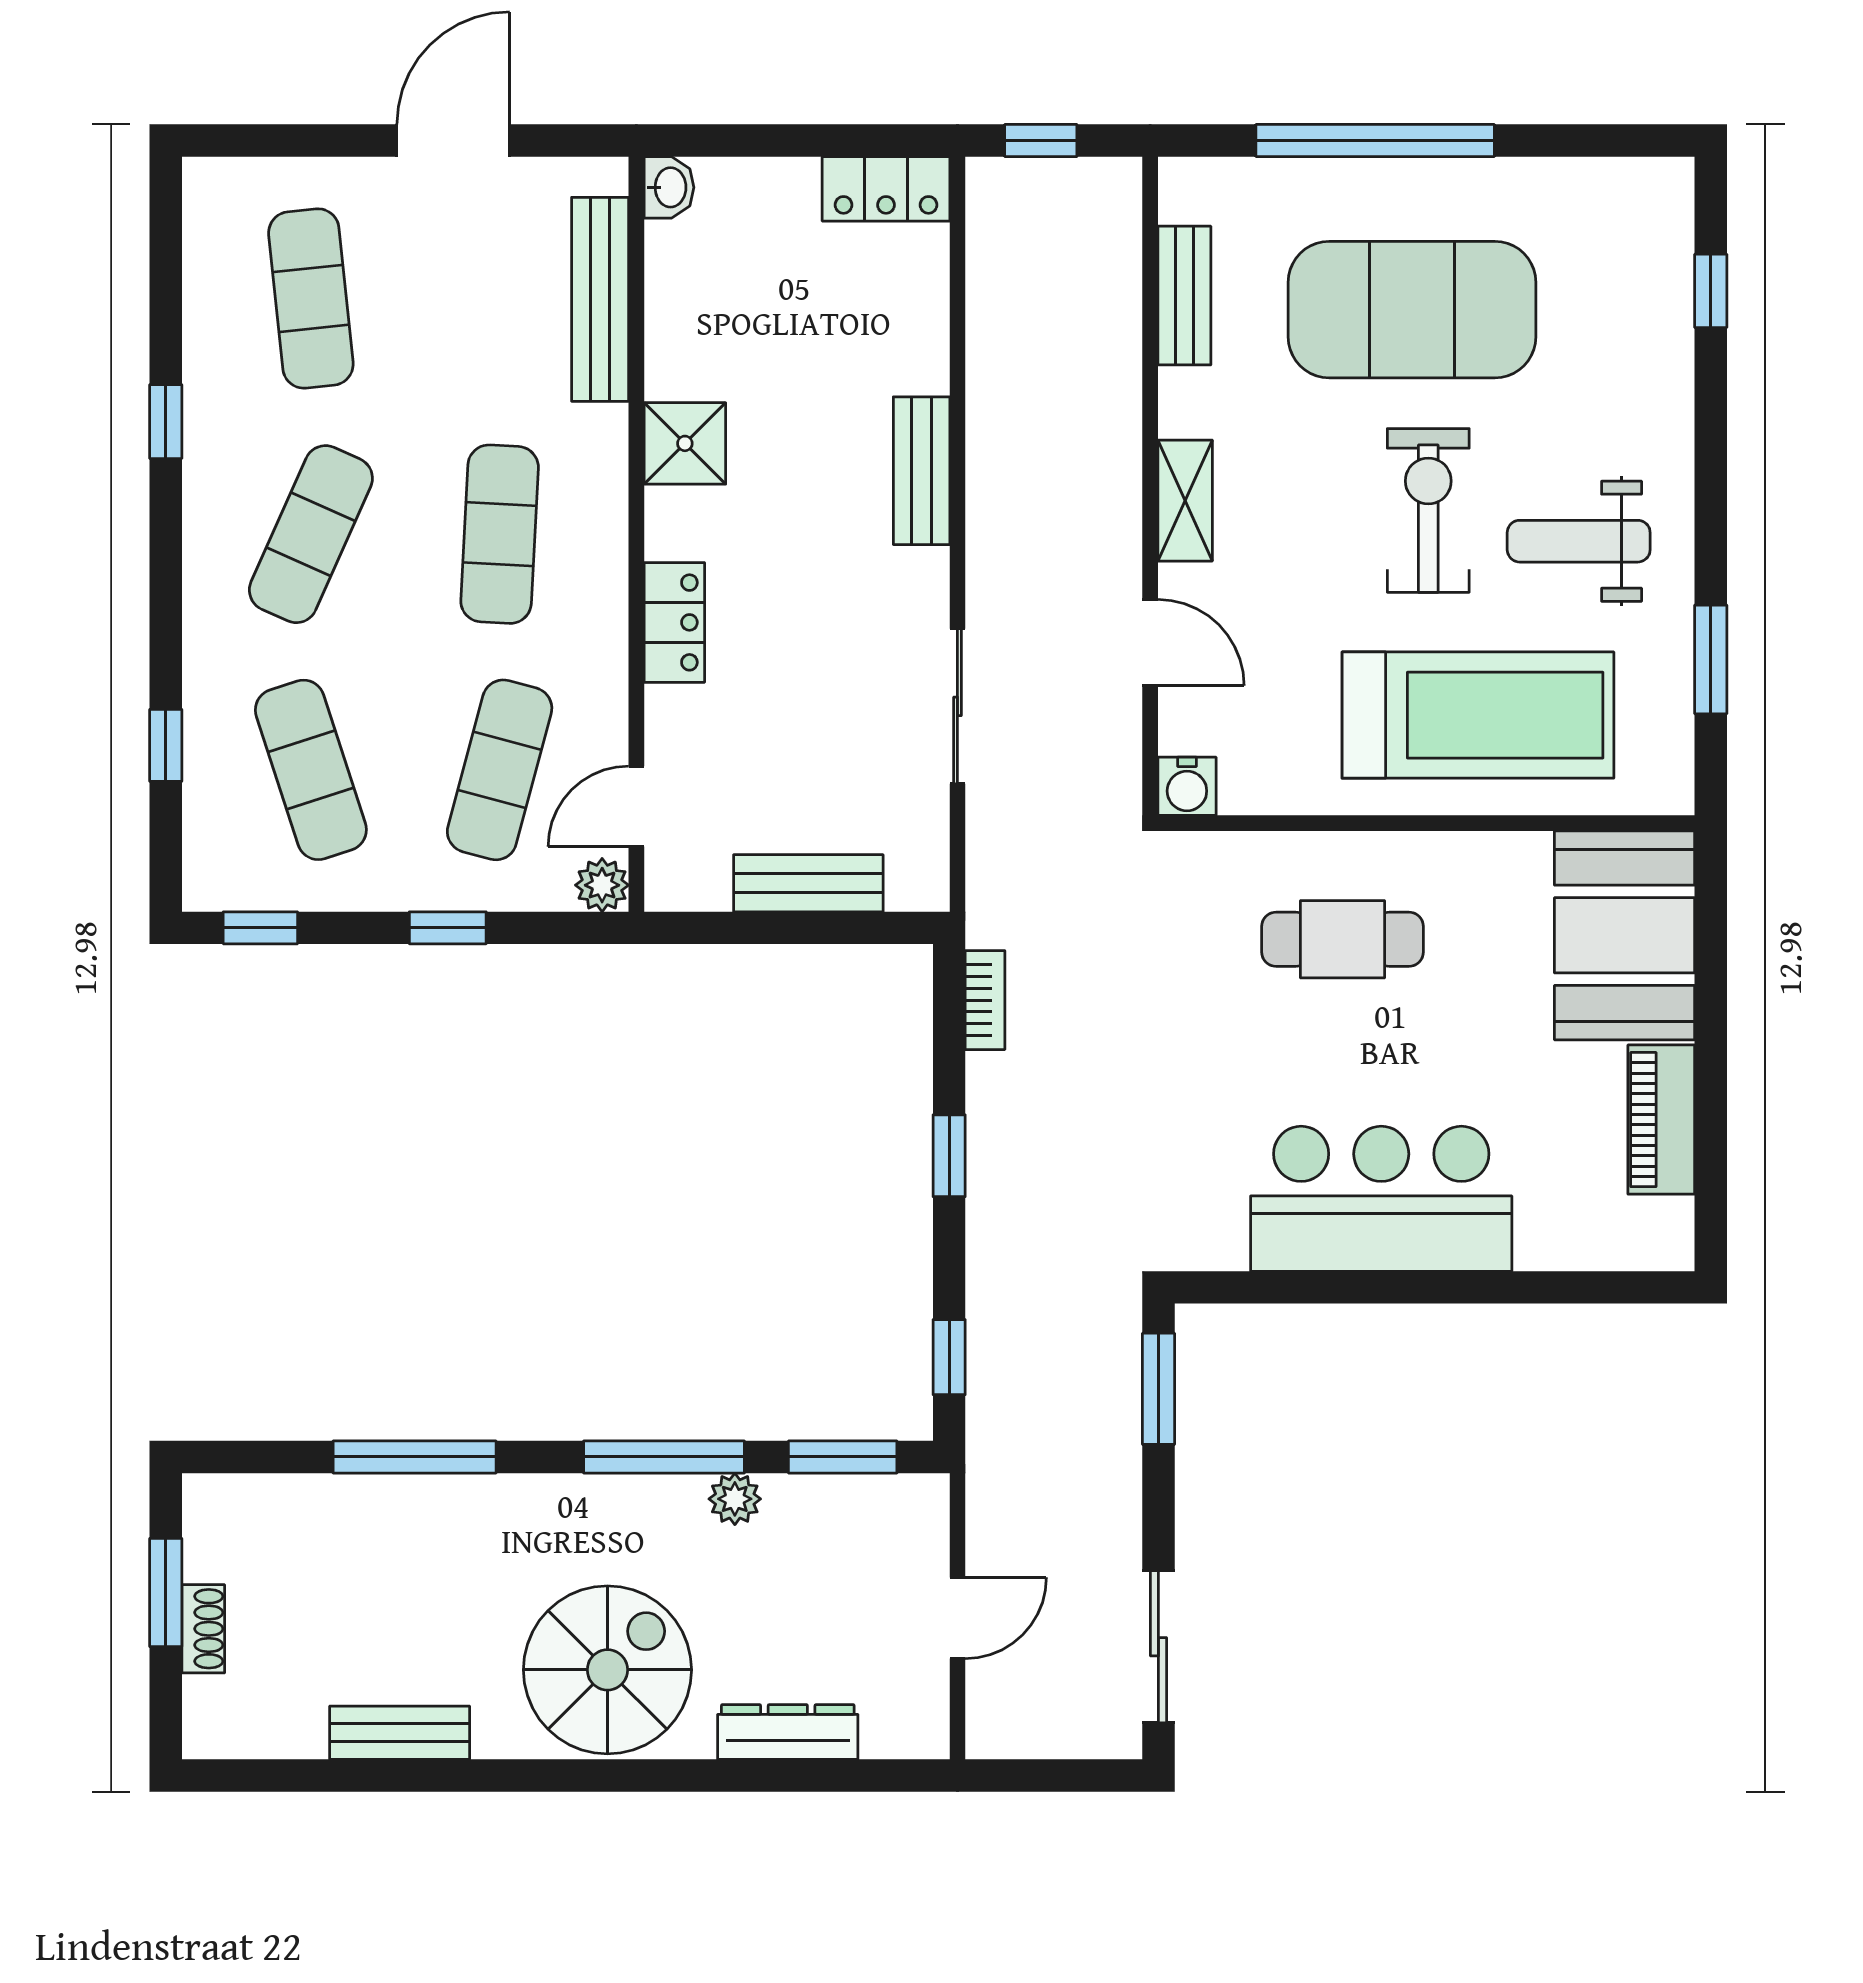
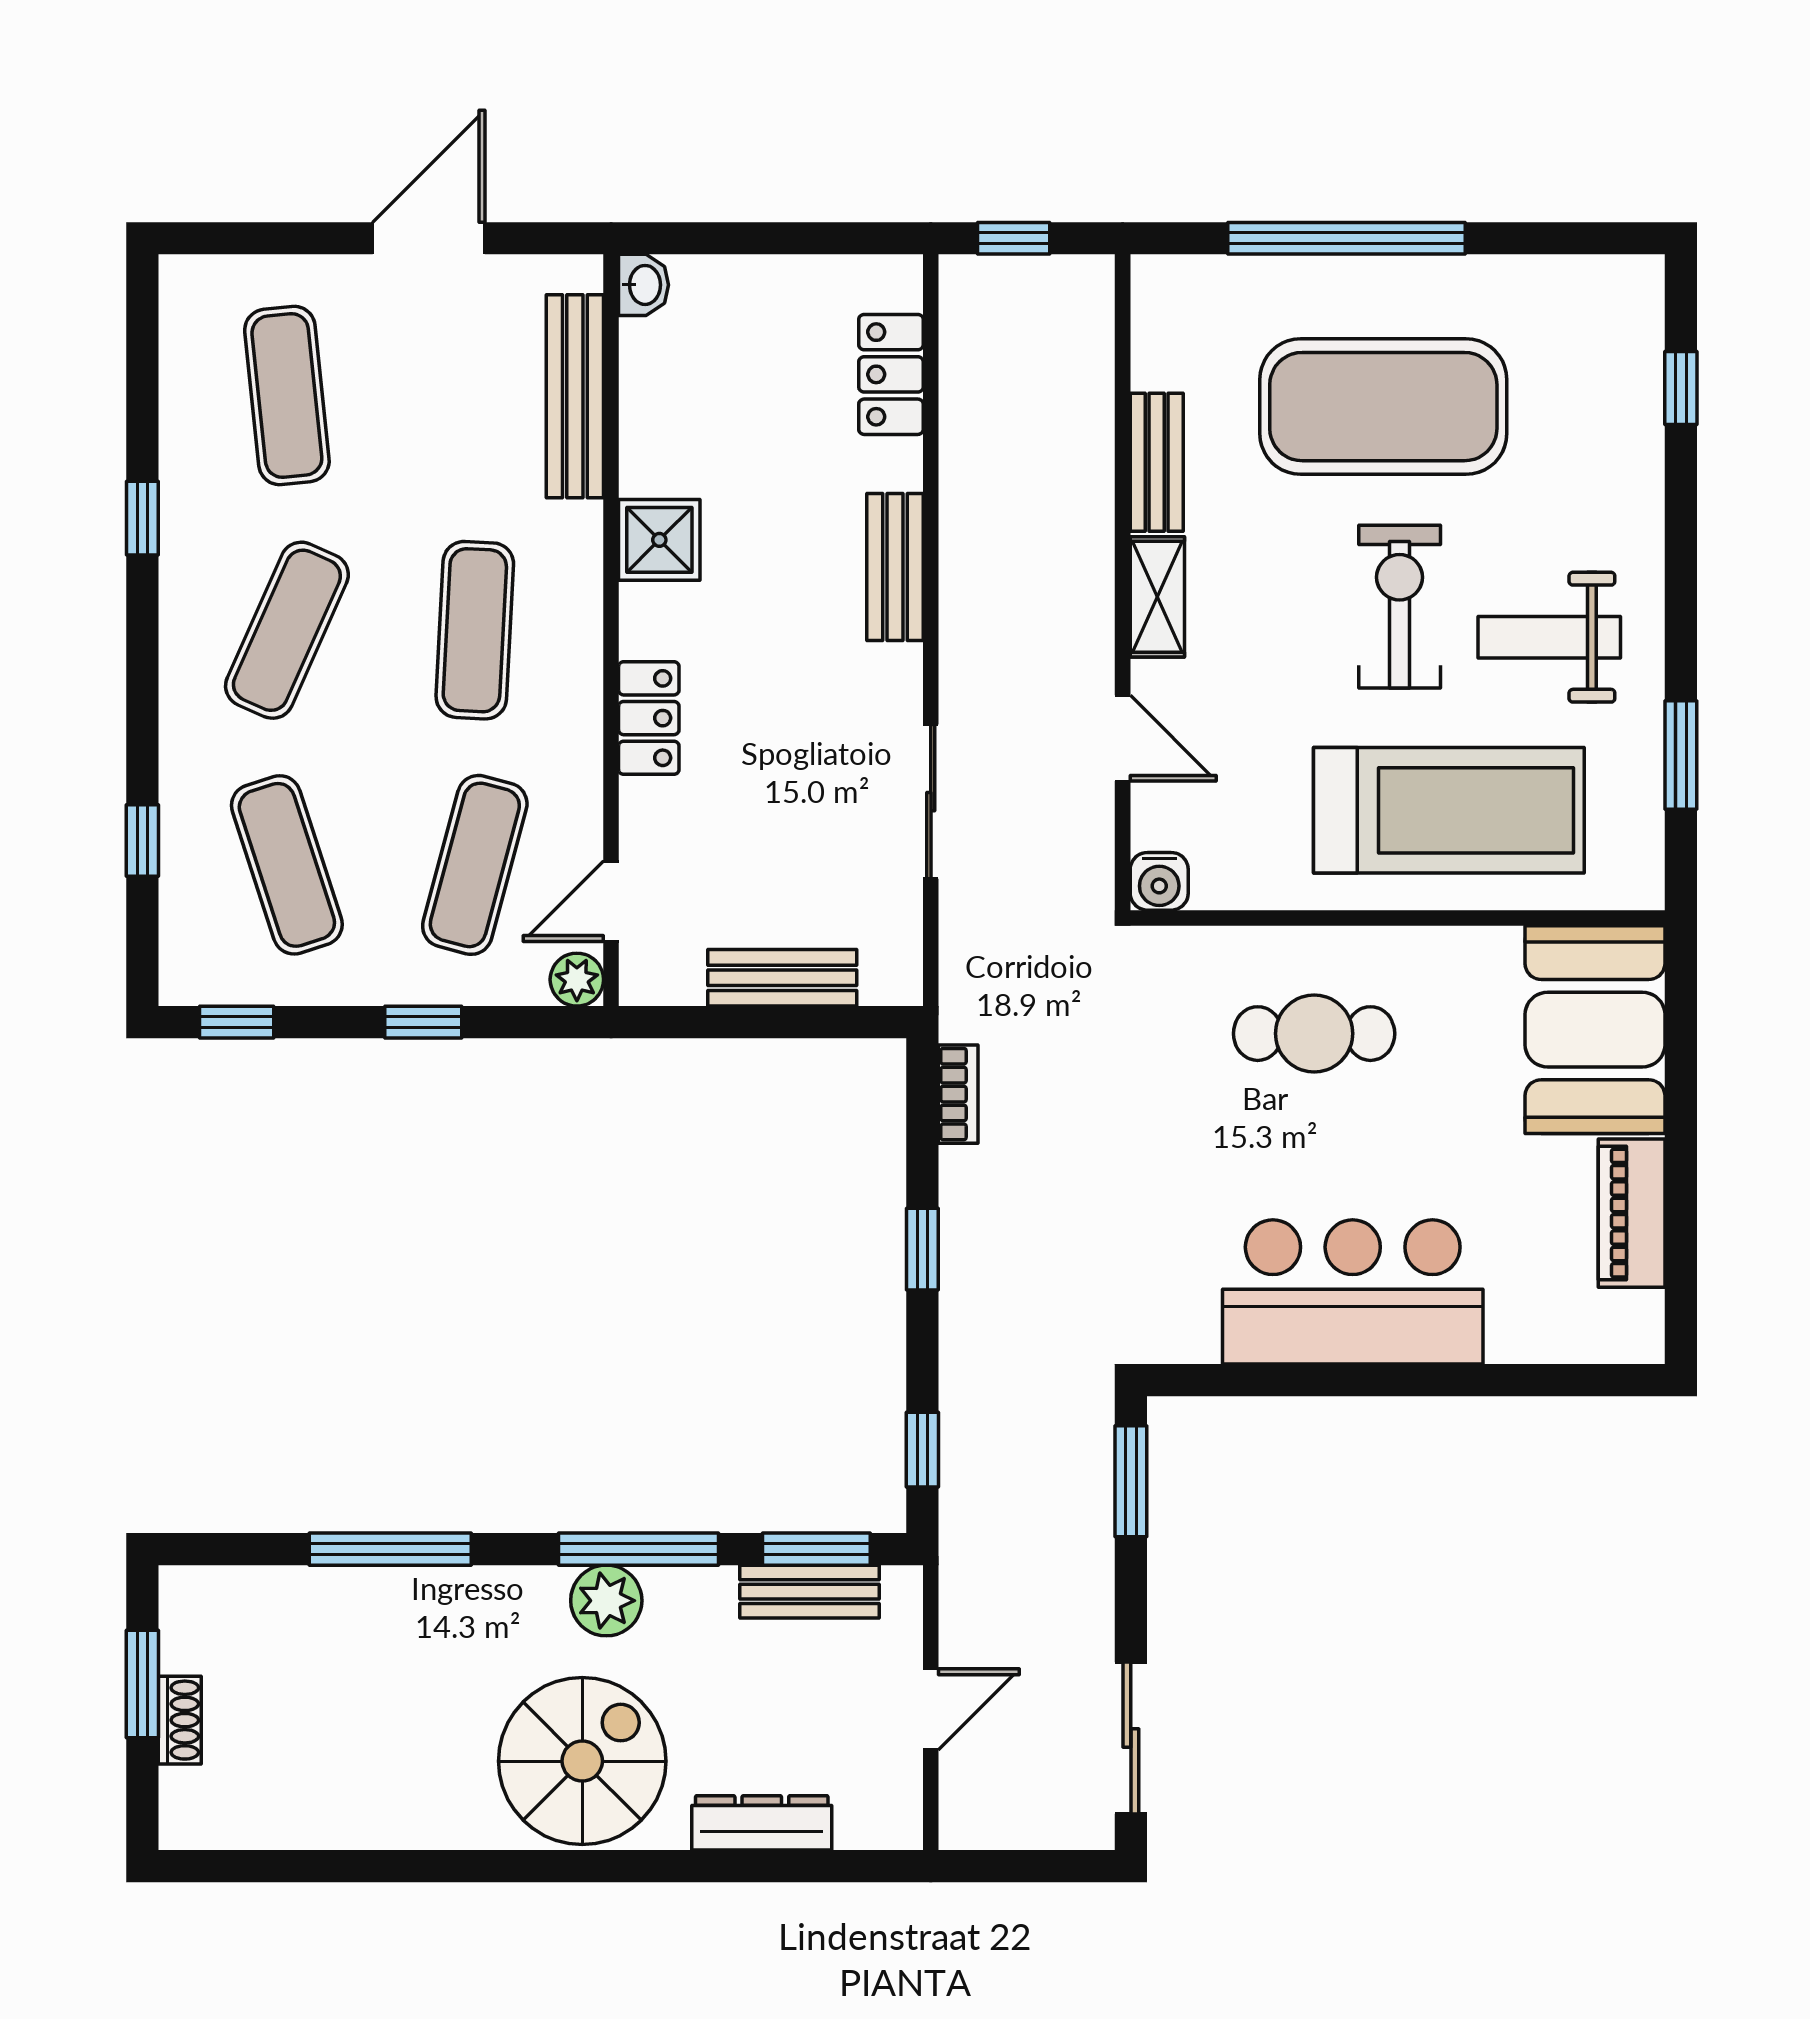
locker: (886, 189) -> (891, 374), moved, turned 90
bench: (1184, 296) -> (1157, 462), moved
plant: (735, 1499) -> (606, 1601), moved, width x1.38, depth x1.38
bench: (400, 1733) -> (809, 1592), moved

